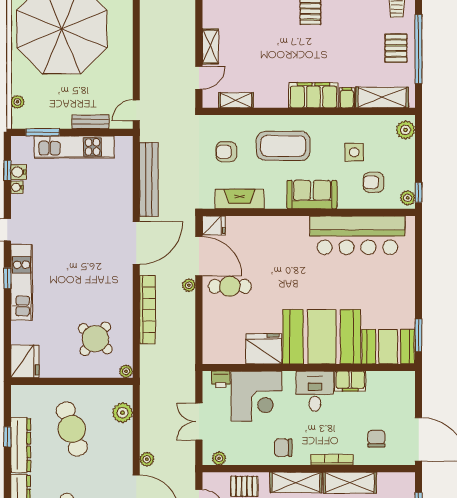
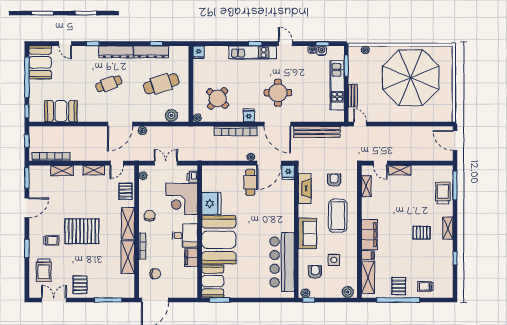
pallet: (396, 48) -> (399, 286), turned 90
round table: (86, 242) -> (278, 93), added
fridge: (122, 289) -> (249, 115), added
fridge: (25, 361) -> (199, 52), width x0.53, depth x0.75

